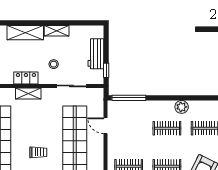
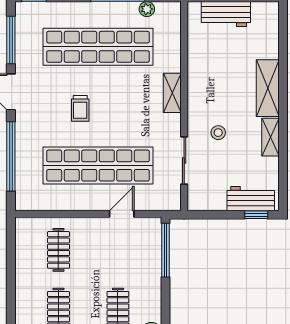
workbench: (96, 54) -> (251, 199), moved
window: (106, 70) -> (256, 215), moved
locker: (26, 78) -> (197, 89), removed

